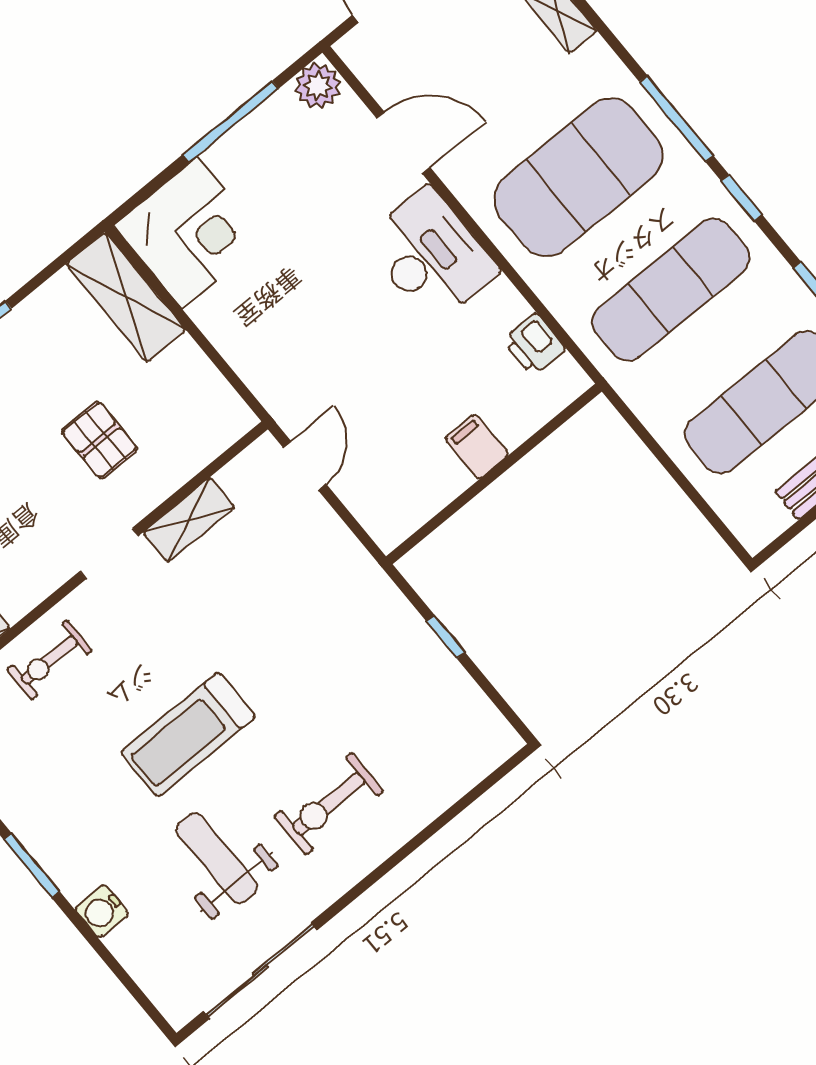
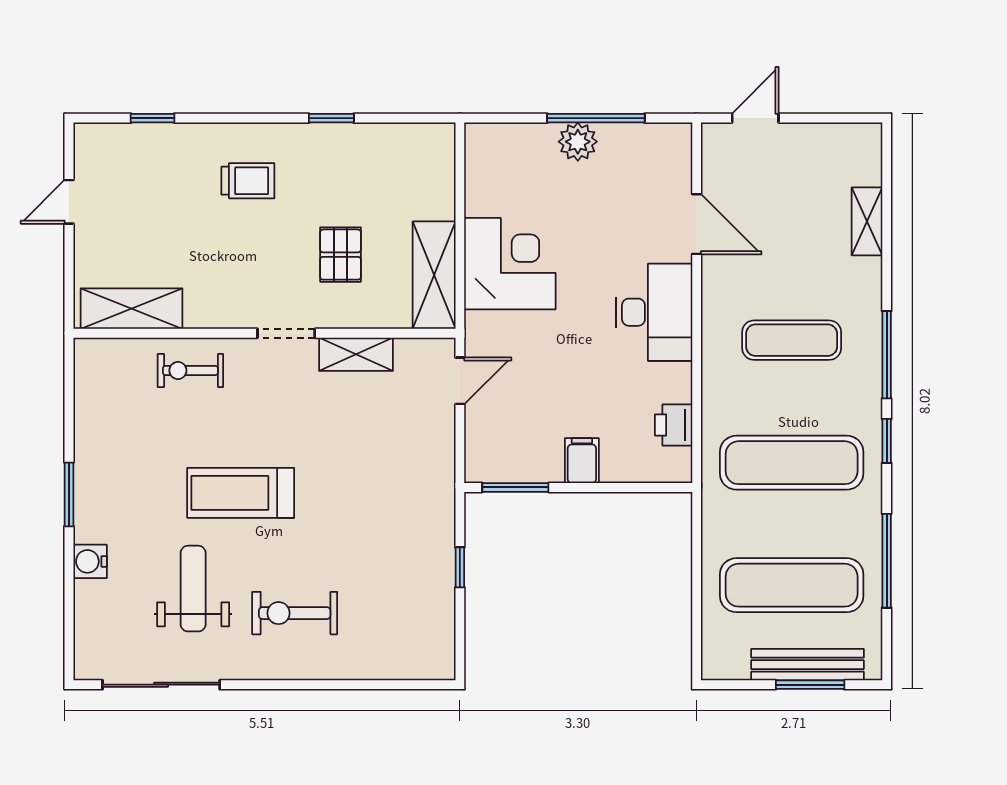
plant: (318, 86) -> (578, 142), moved
exercise mat: (578, 177) -> (792, 340), width x0.50, depth x0.69
corner desk: (190, 233) -> (510, 264), moved, turned -90
shelving: (126, 297) -> (434, 275), moved
window: (436, 522) -> (515, 487), added

